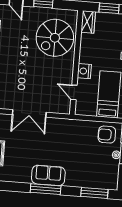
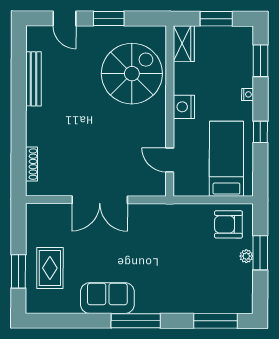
spiral stairs: (55, 38) -> (132, 74), turned 180
nightstand: (84, 71) -> (184, 107), moved
sofa: (48, 175) -> (107, 298), moved

